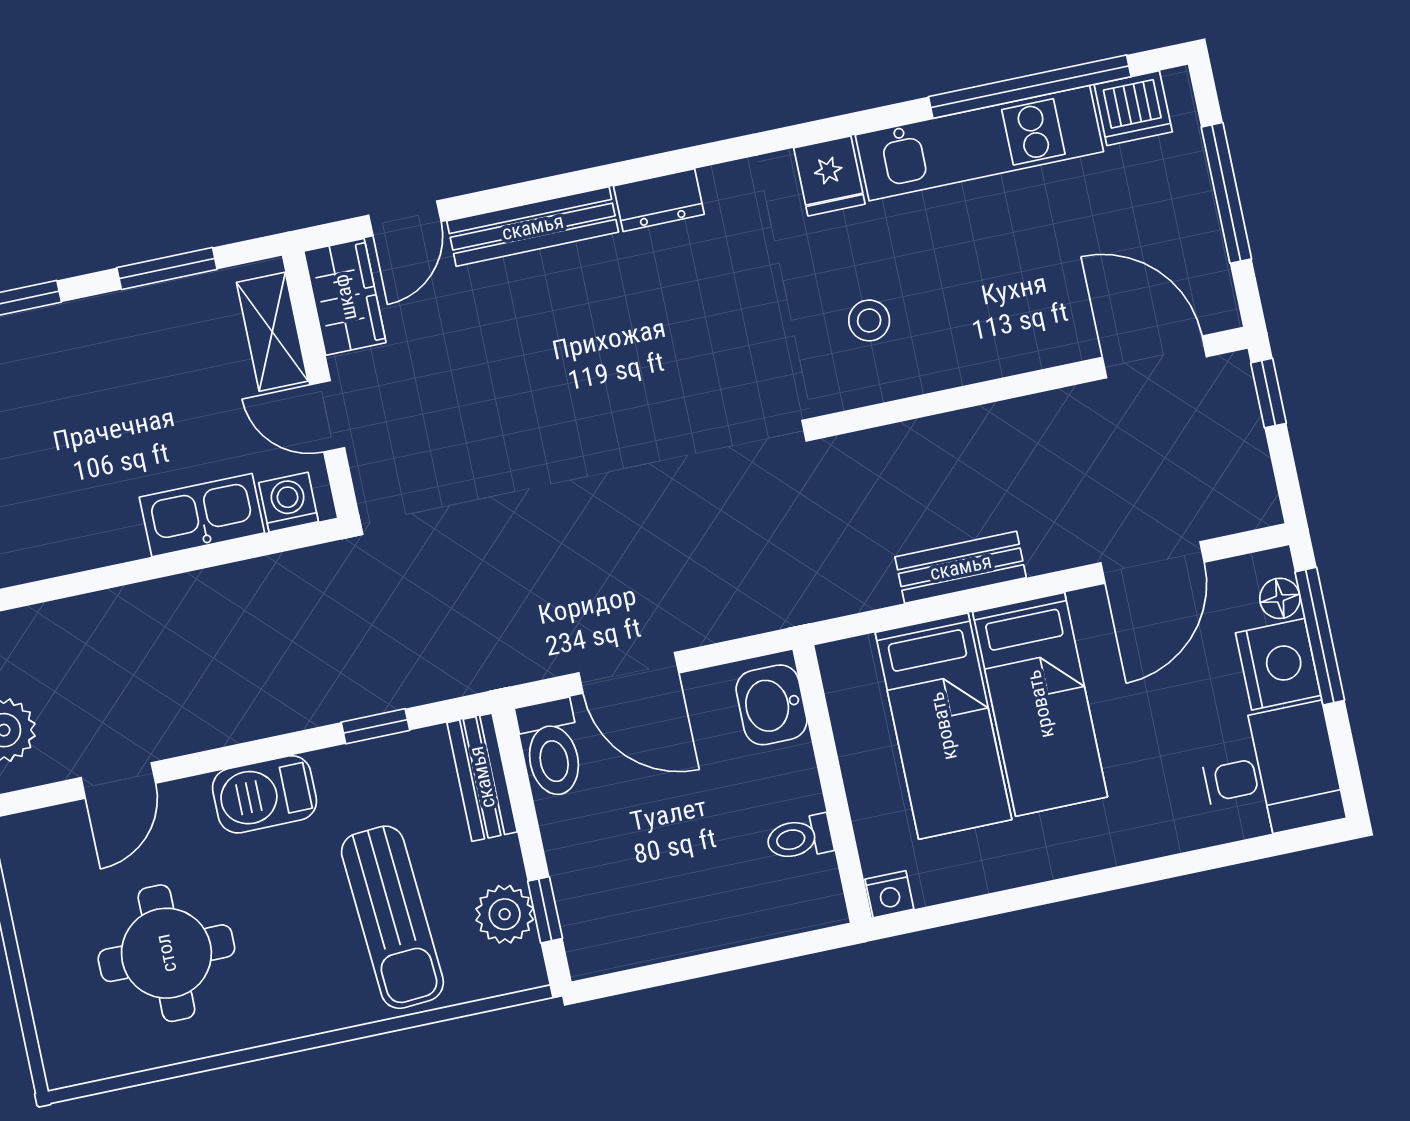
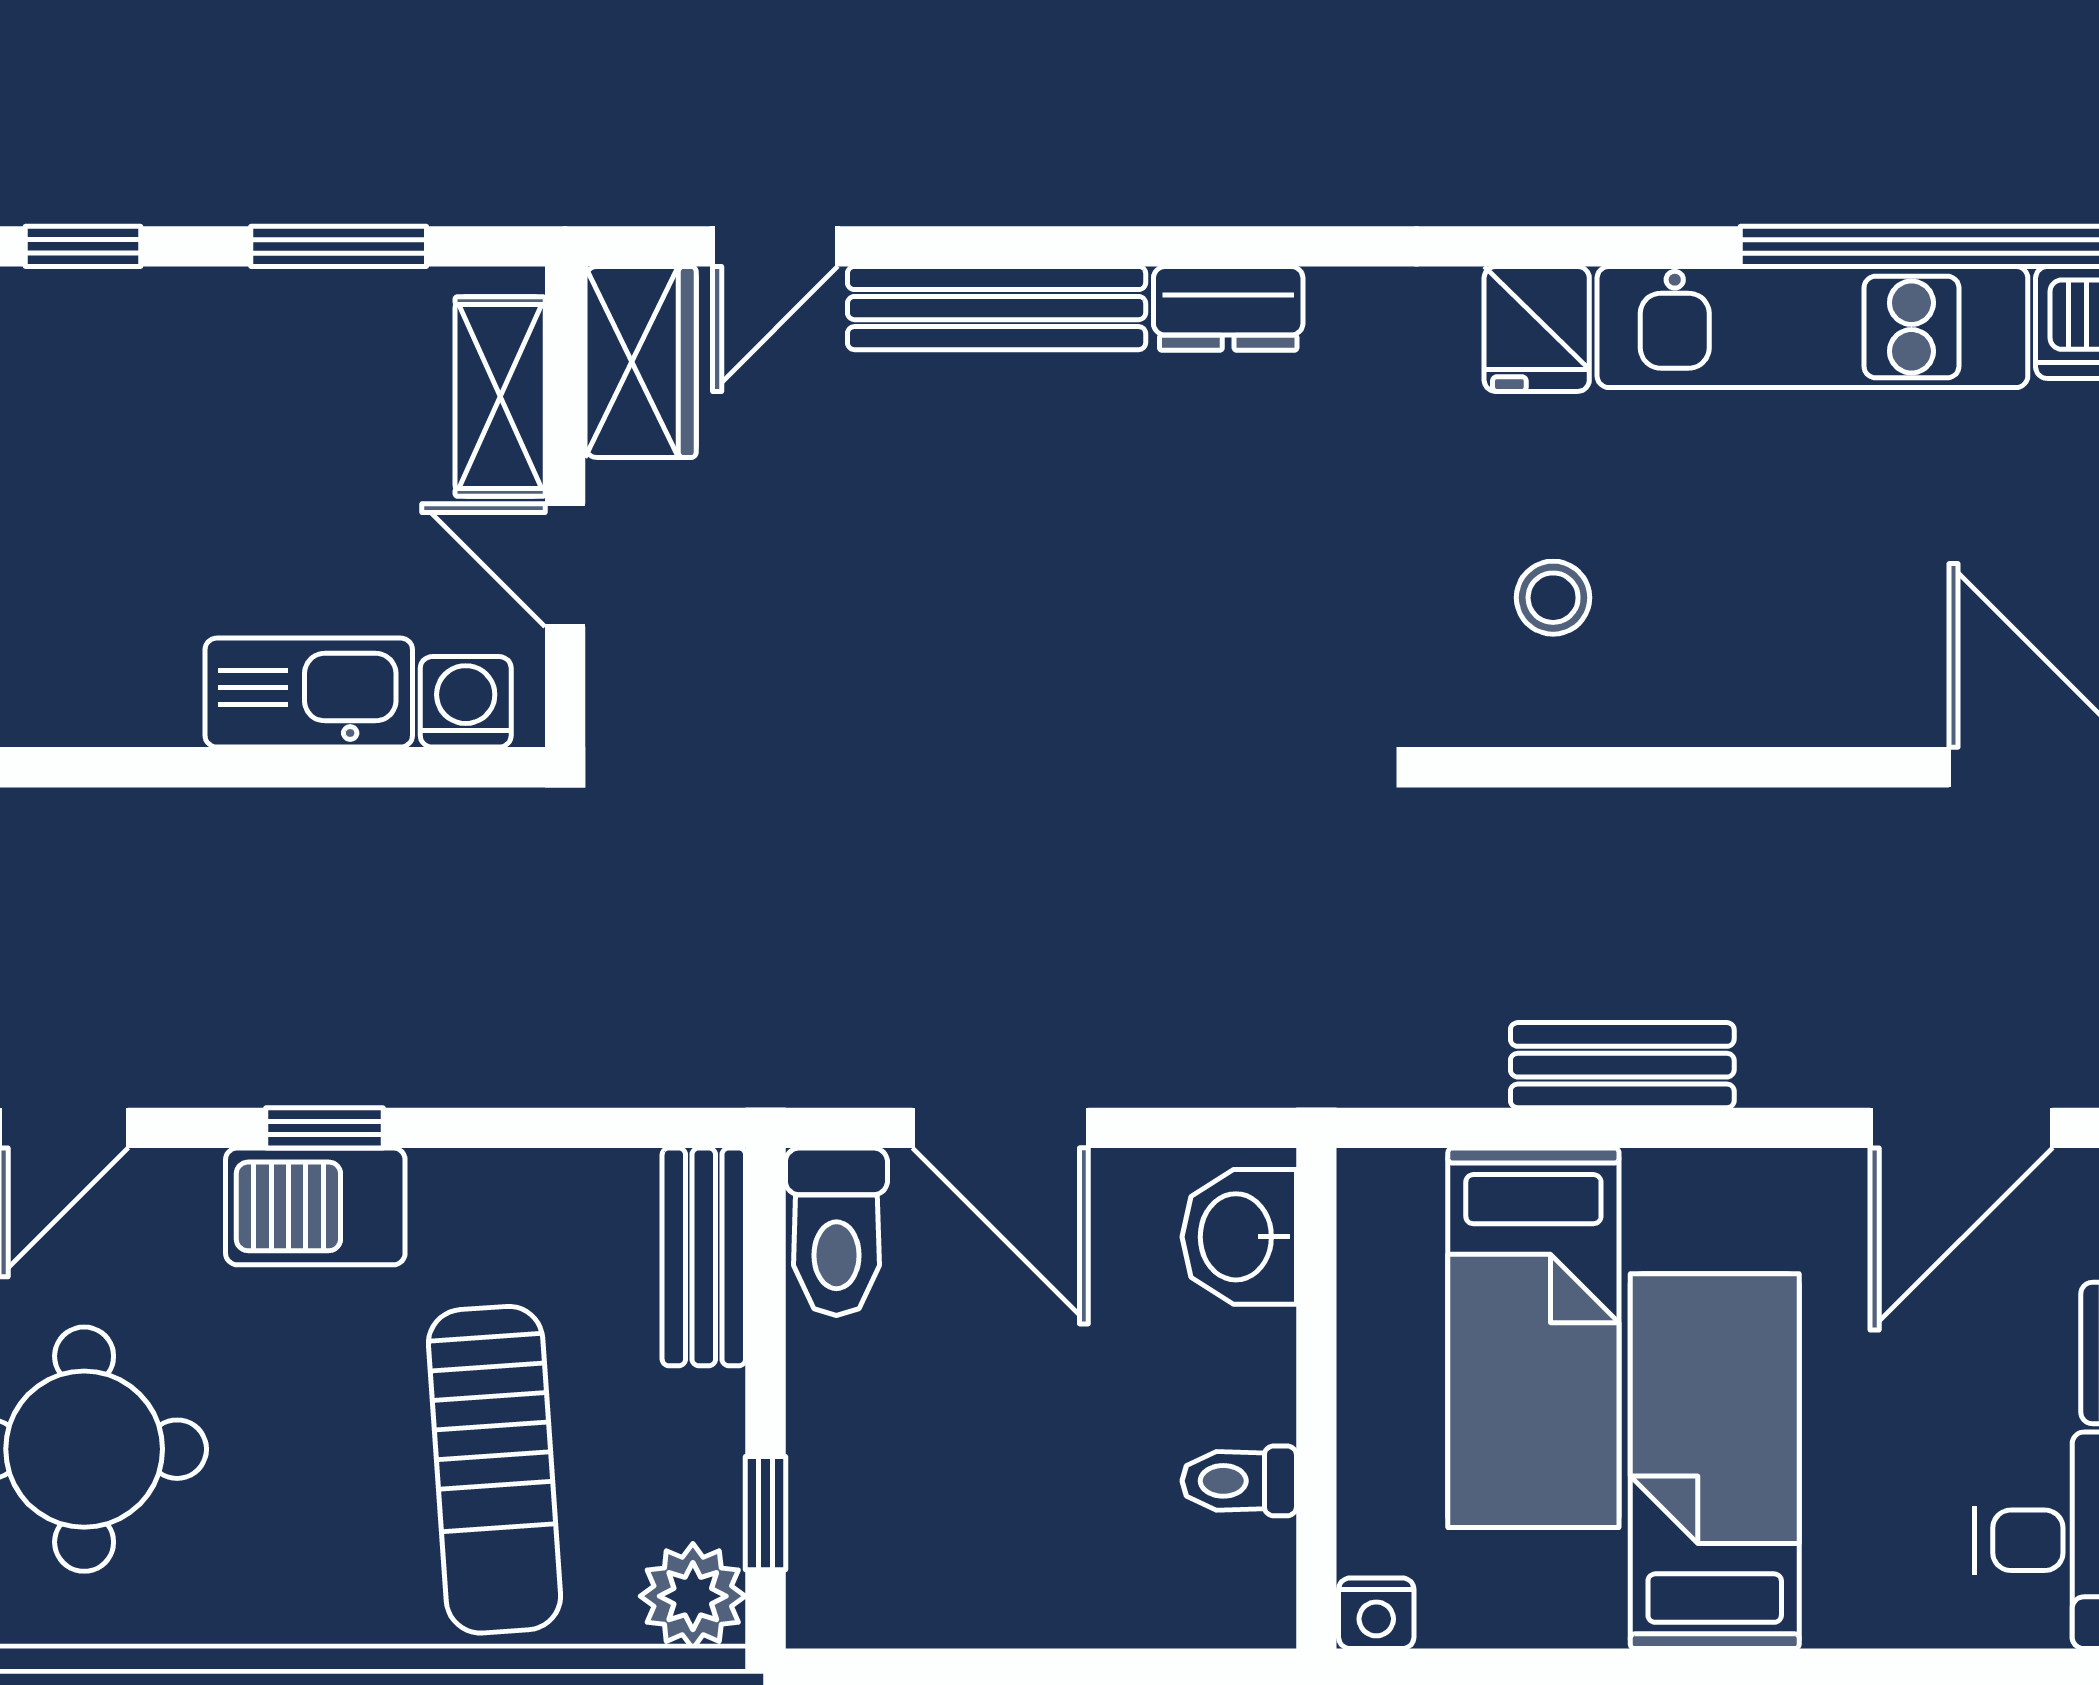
bed: (1040, 704) -> (1715, 1461), moved, turned 180
window: (375, 726) -> (324, 1128), moved
plant: (505, 914) -> (693, 1596), moved

